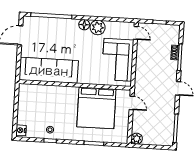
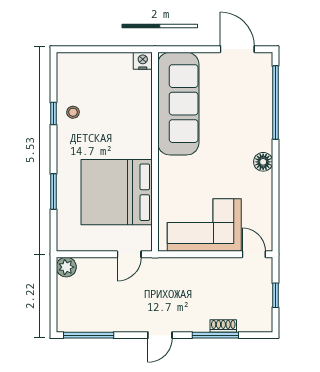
plant: (98, 28) -> (259, 186), removed
door: (136, 33) -> (254, 254), swing flipped
nightstand: (21, 130) -> (143, 61), moved

